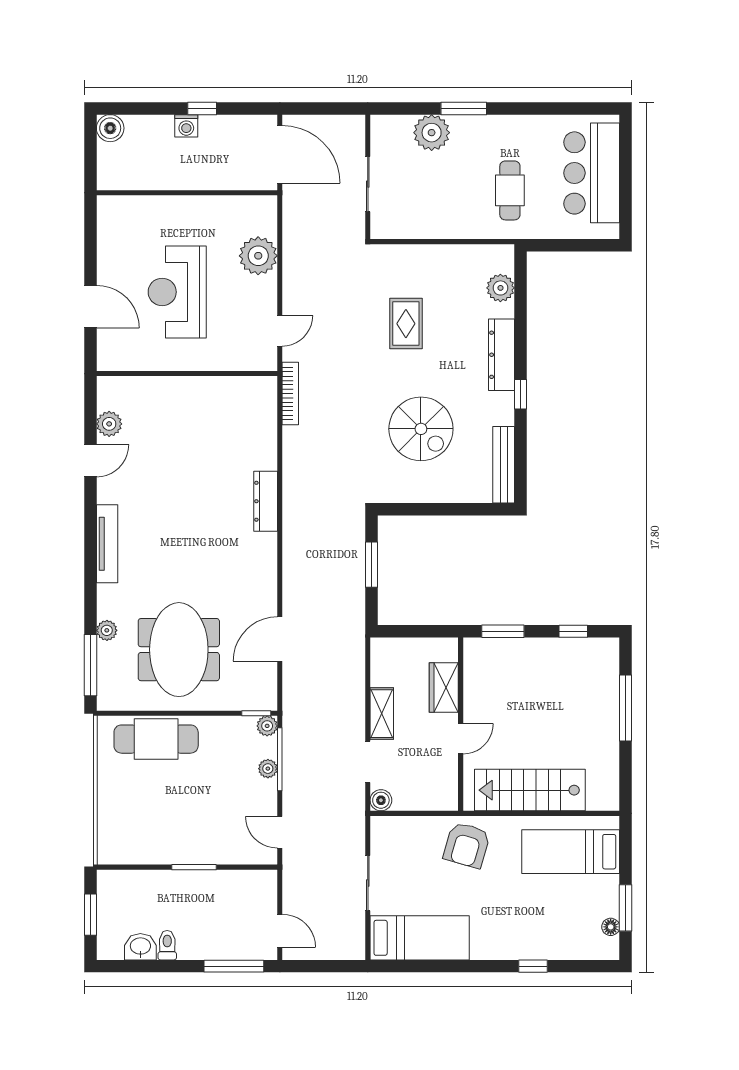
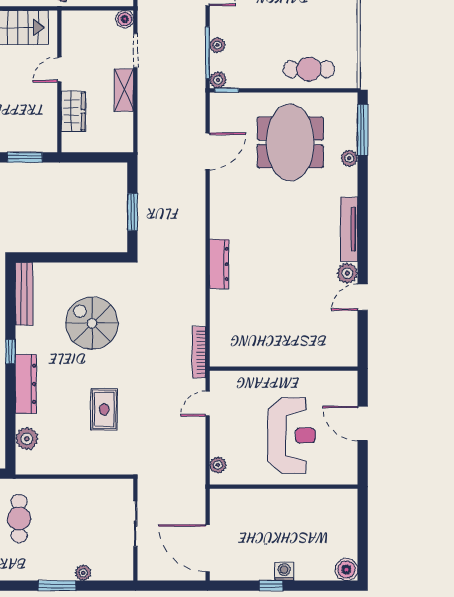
plant: (432, 133) -> (83, 573), width x0.53, depth x0.53
wall: (187, 193) -> (284, 487), moved
plant: (258, 256) -> (218, 465), width x0.53, depth x0.53
plant: (109, 424) -> (347, 273), moved
cafe table: (156, 739) -> (309, 69), width x0.73, depth x0.74

